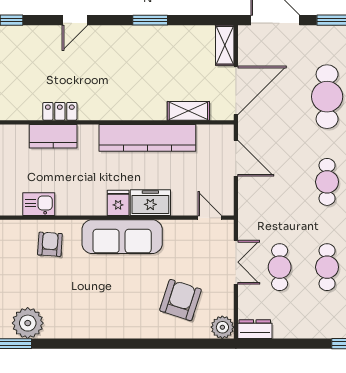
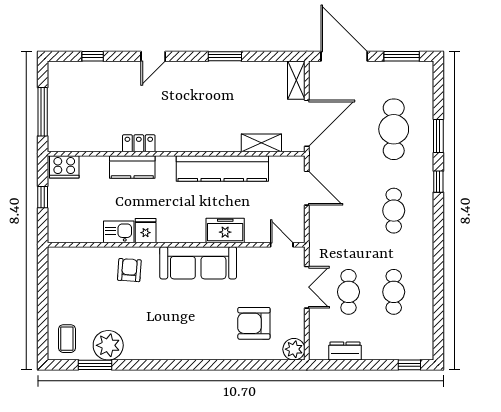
fridge: (118, 203) -> (146, 231), moved
armchair: (181, 300) -> (254, 323), turned -108
dresser: (255, 329) -> (345, 351), moved

